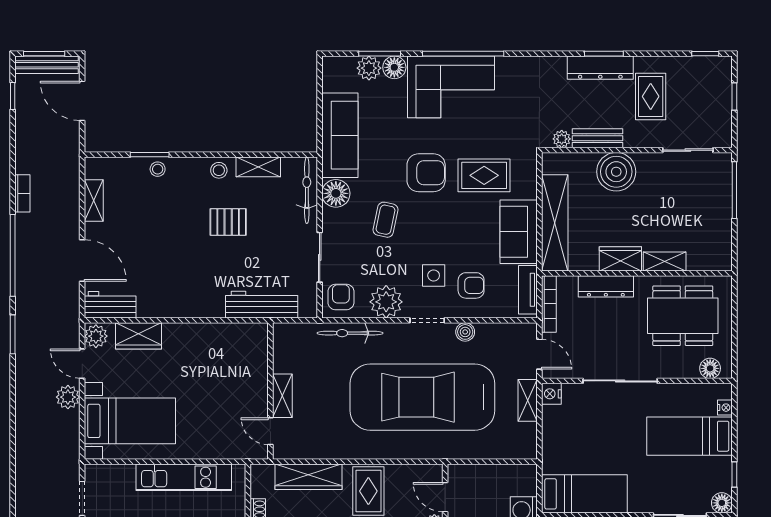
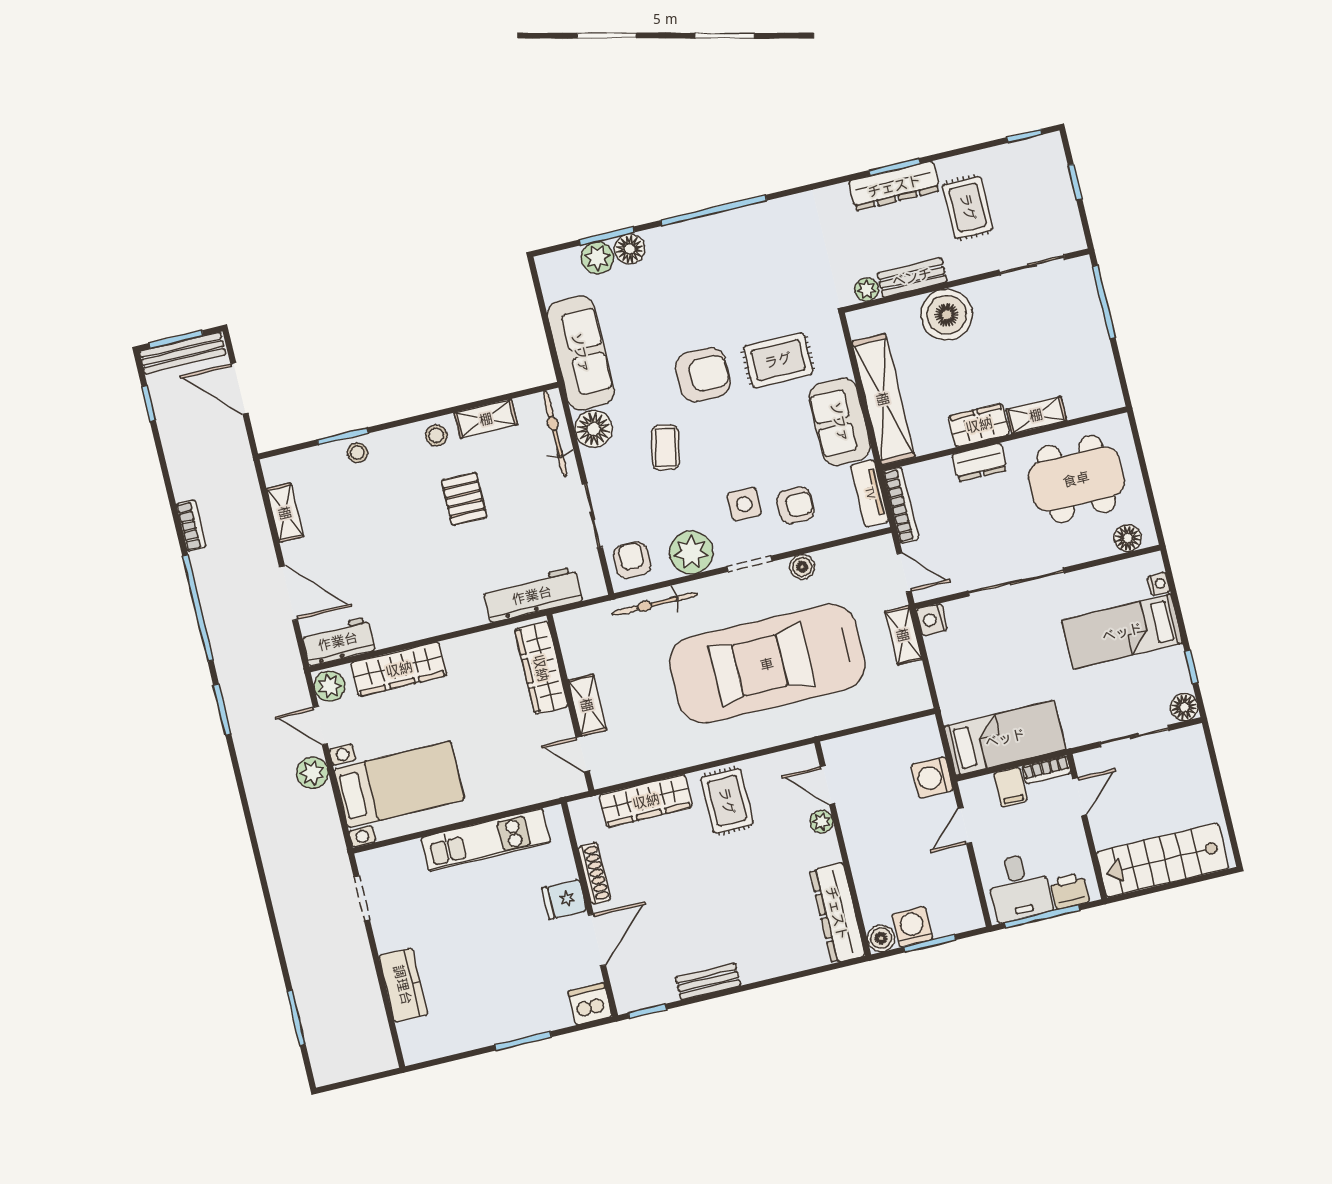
corner sofa: (451, 87) -> (708, 257), removed
pallet: (228, 222) -> (464, 499), turned 90
dresser: (606, 286) -> (979, 462), width x0.70
wardrobe: (138, 336) -> (399, 669), width x1.50
wardrobe: (255, 360) -> (541, 668), added

